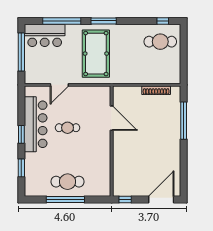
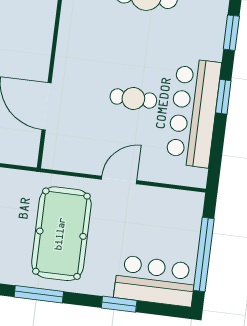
window: (62, 21) -> (119, 304), width x0.47
door: (59, 85) -> (119, 180), moved

